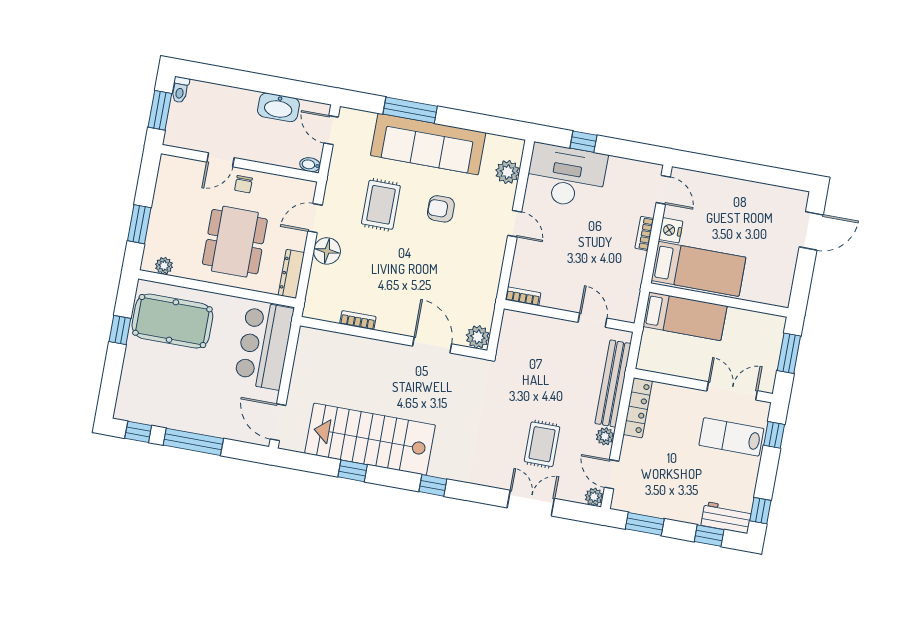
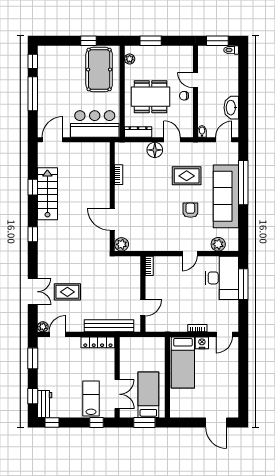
window: (410, 110) -> (243, 183), width x1.46
window: (583, 142) -> (243, 284), width x2.17
bed: (685, 316) -> (148, 395), moved, turned 180
door: (432, 345) -> (112, 219), swing flipped
plant: (605, 436) -> (78, 327), removed
stairs: (370, 439) -> (47, 194), width x0.73, depth x0.66

